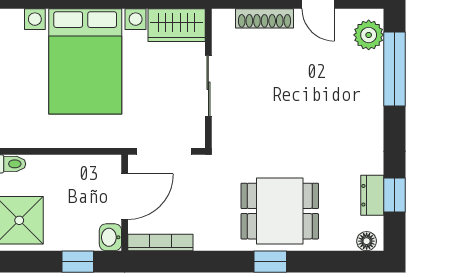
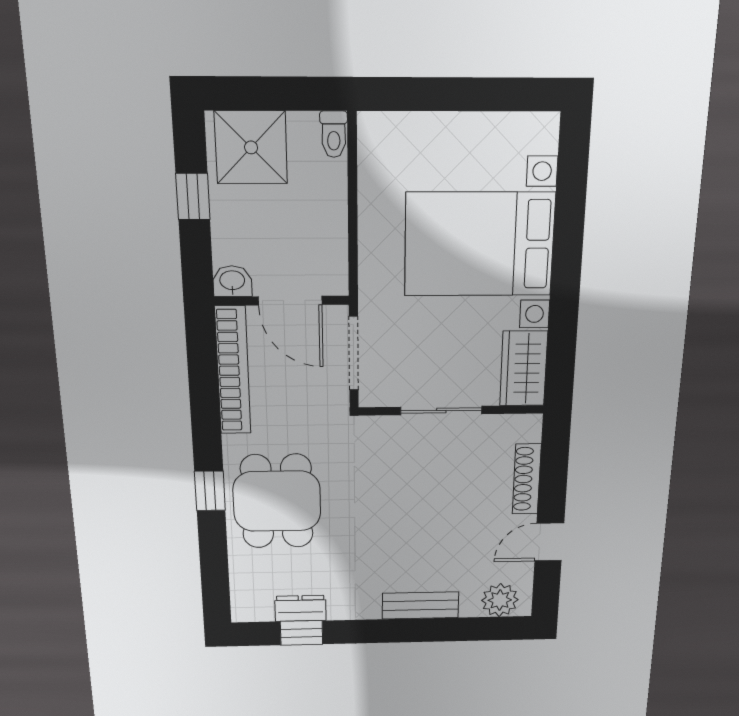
window: (394, 69) -> (457, 629), removed
bench: (372, 99) -> (420, 605), added
floor lamp: (367, 241) -> (242, 603), removed
bookcase: (160, 242) -> (233, 371), width x1.48, depth x1.31
window: (78, 262) -> (193, 197), moved

